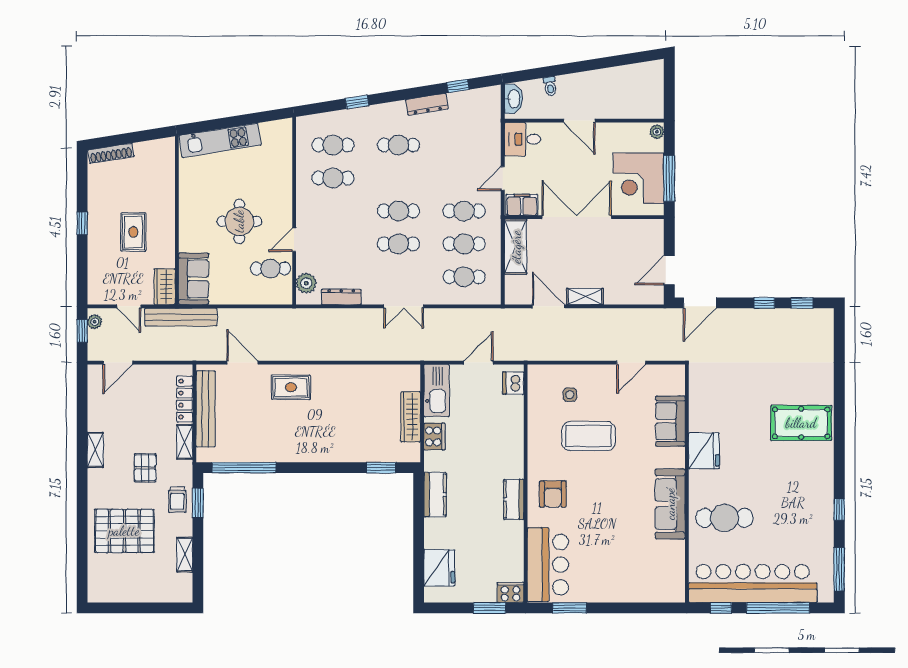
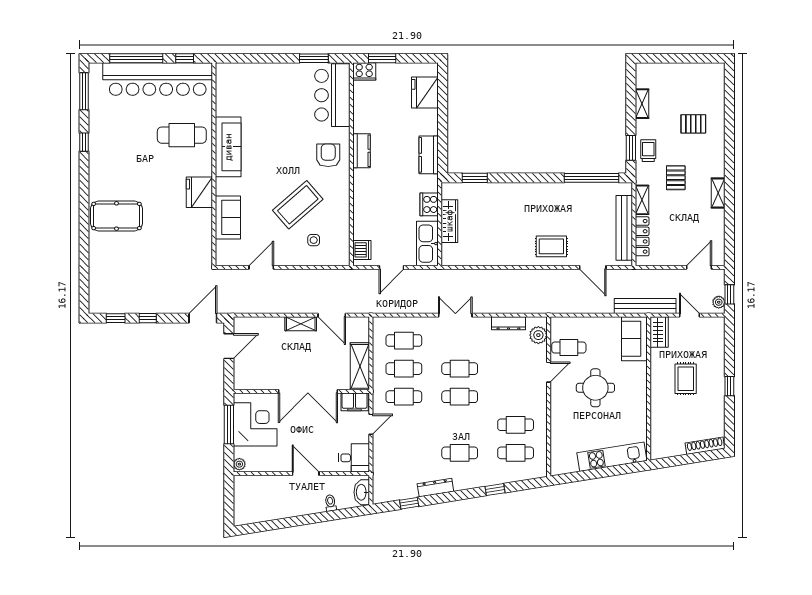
coffee table: (588, 436) -> (298, 205), turned -41
pallet: (124, 531) -> (693, 124), width x0.49, depth x0.50

